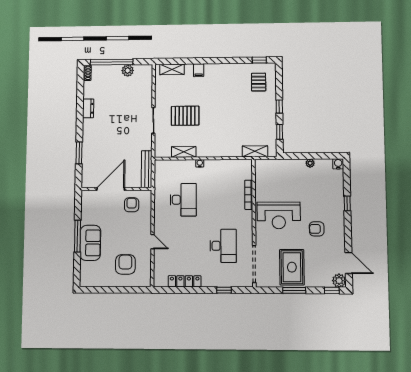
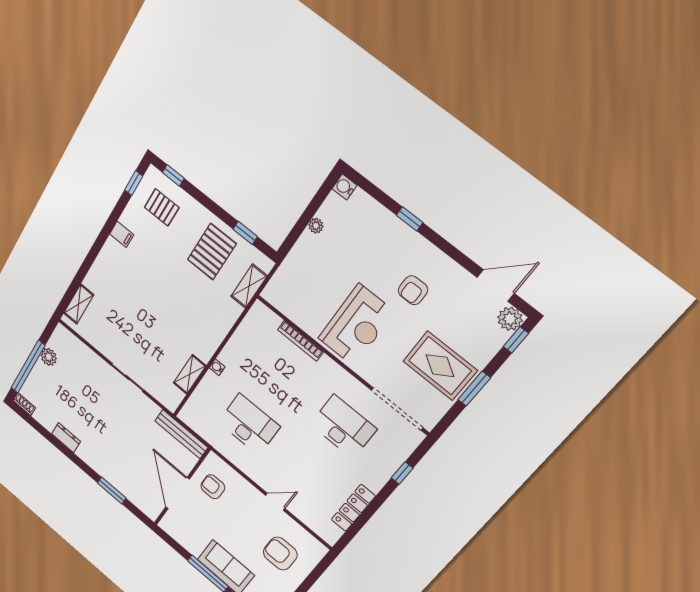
filing cabinet: (199, 70) -> (122, 234), moved
window: (279, 107) -> (173, 175), moved
pallet: (185, 116) -> (212, 252), moved

